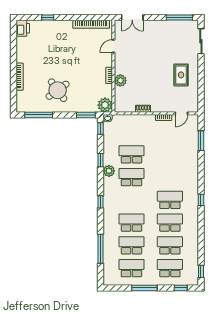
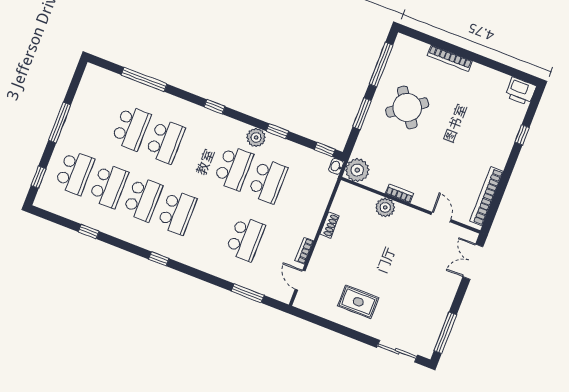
window: (86, 115) -> (362, 114), moved
school desk: (131, 268) -> (245, 239), moved
window: (201, 271) -> (89, 232), moved

